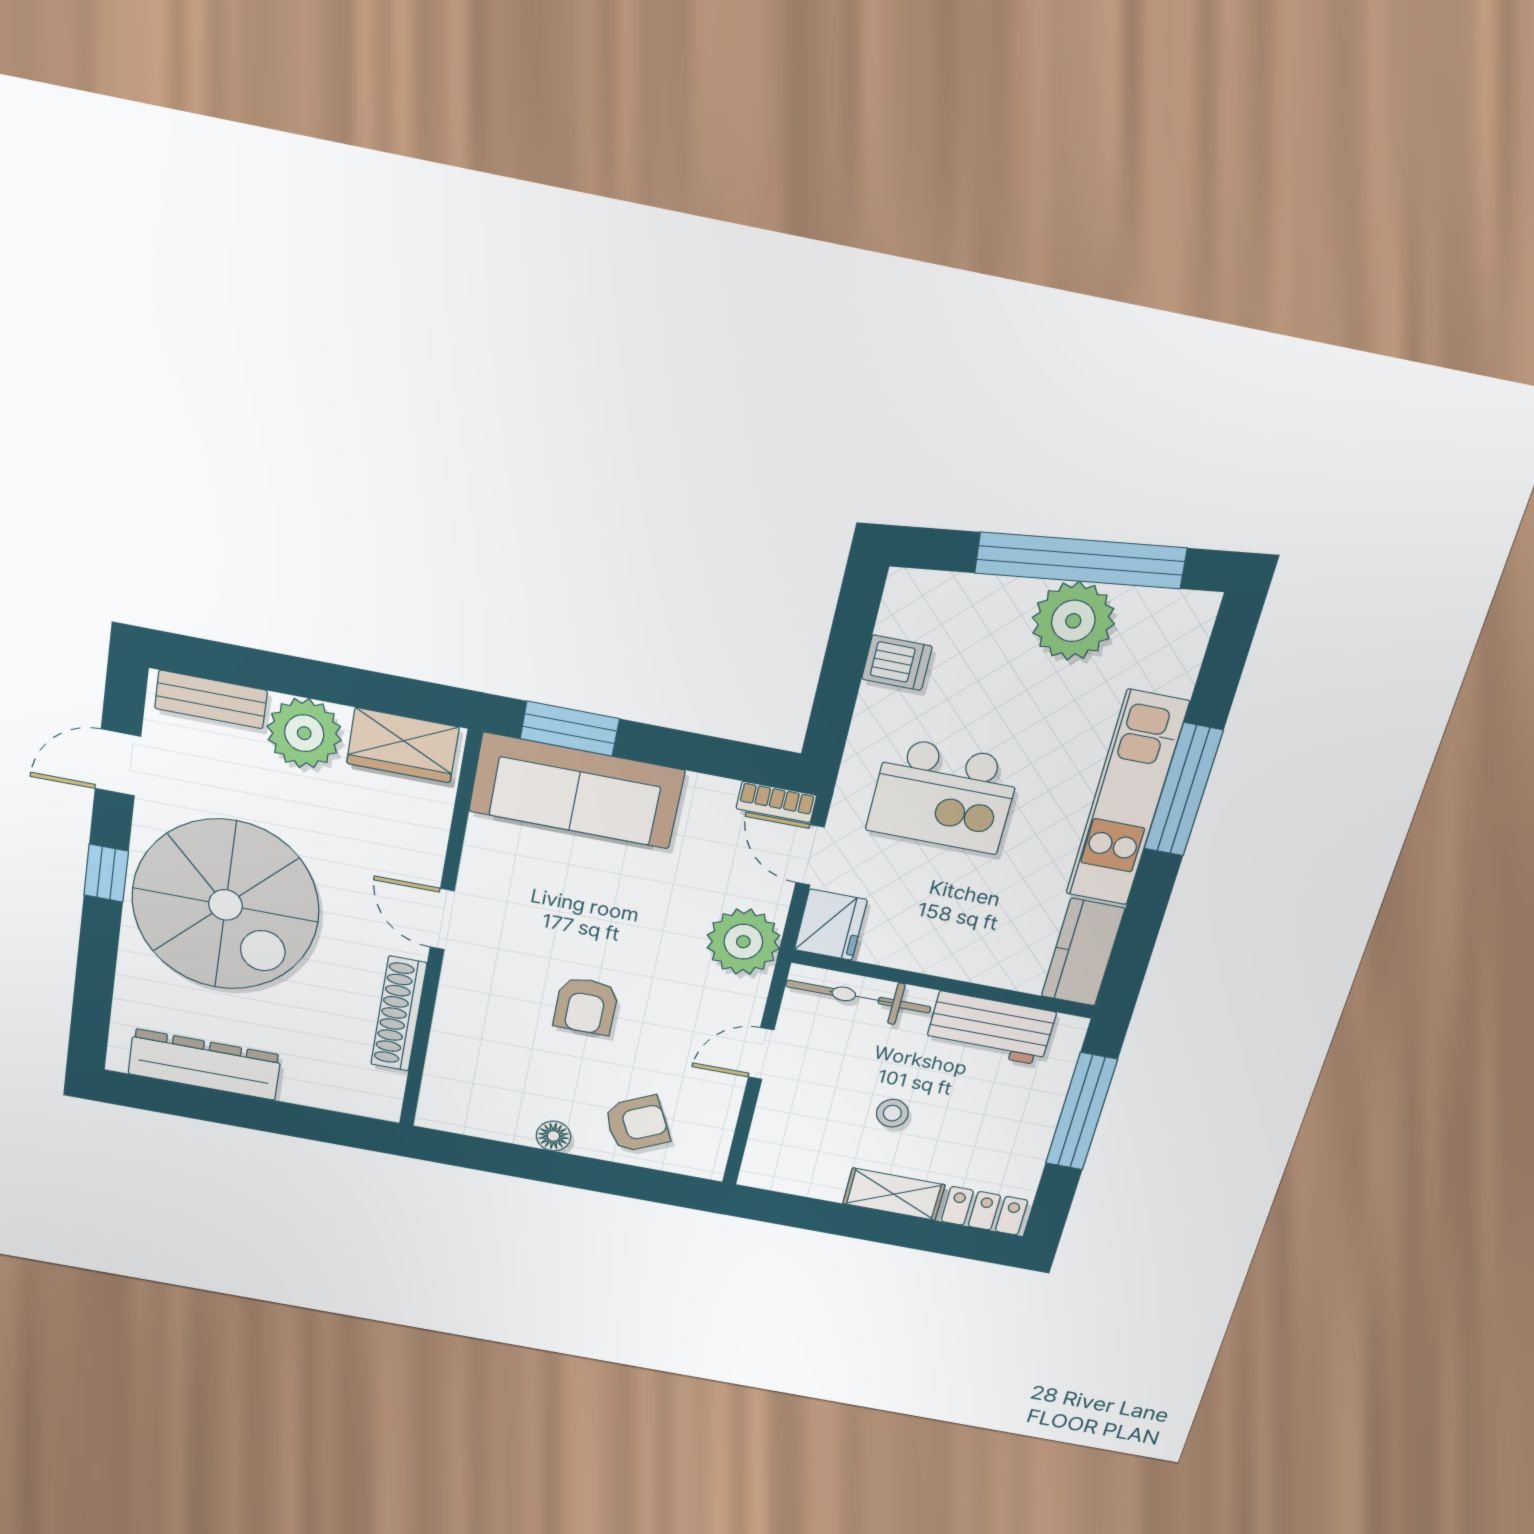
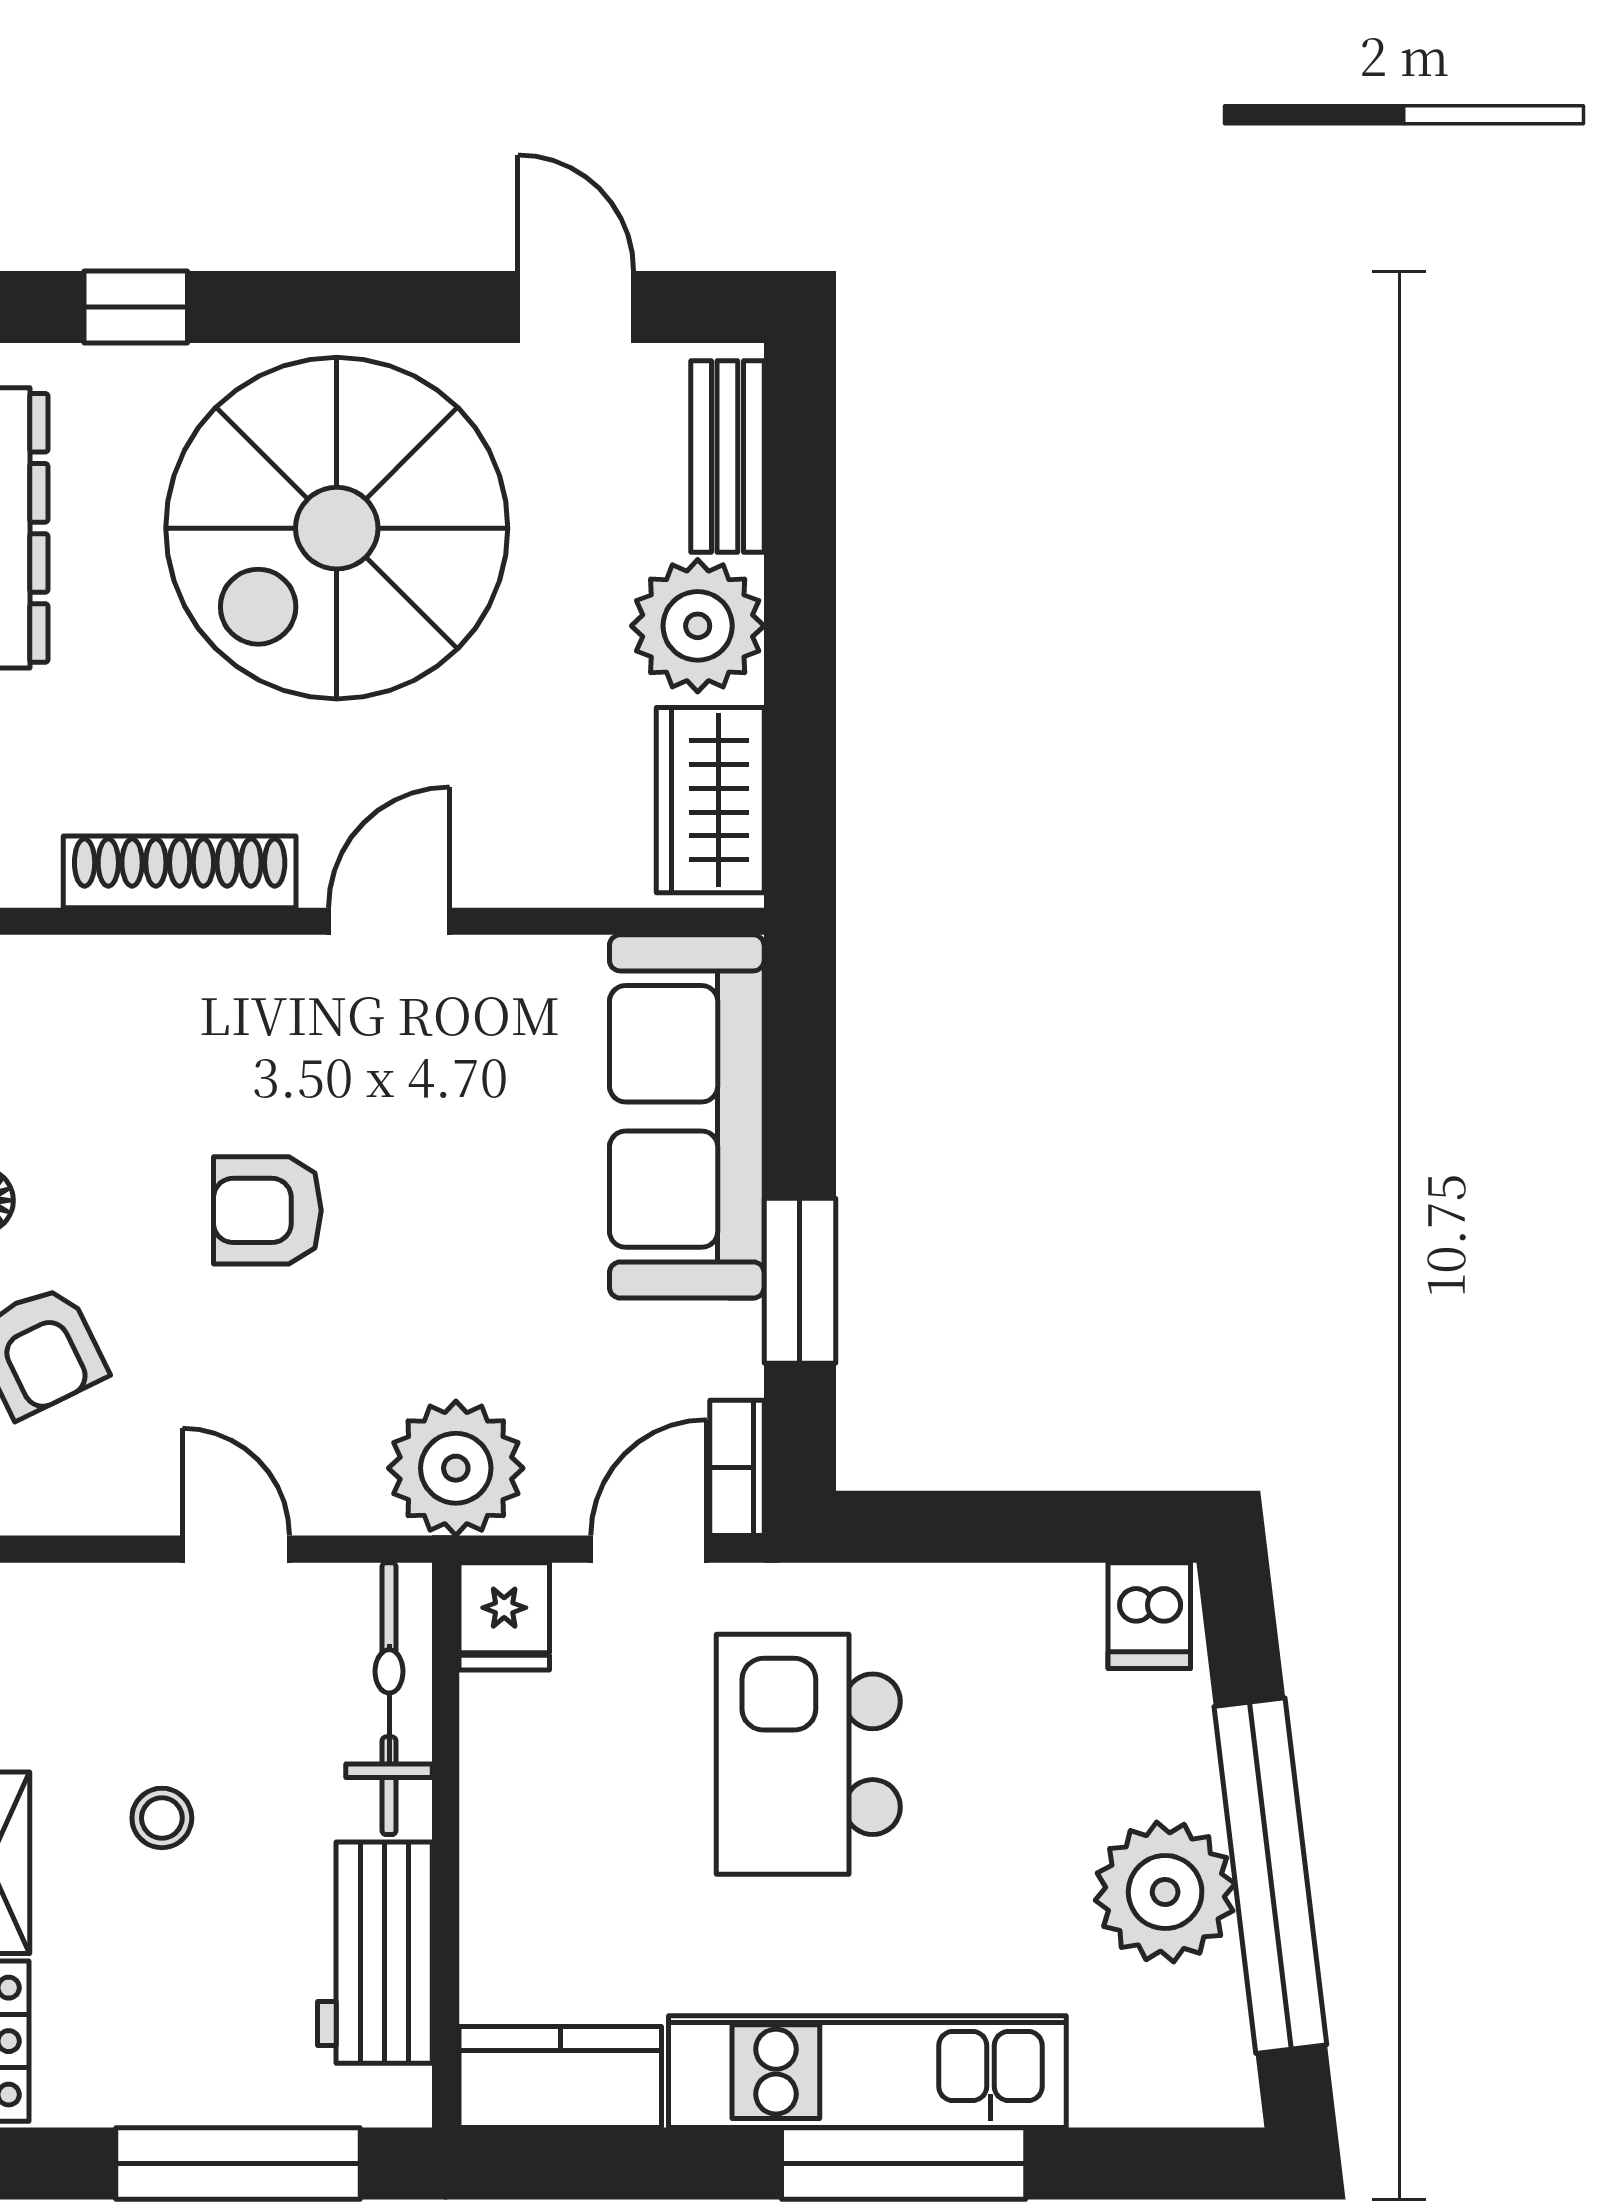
dishwasher: (897, 663) -> (1149, 1616), moved
window: (570, 729) -> (800, 1281), moved
window: (106, 873) -> (136, 307), moved
fridge: (831, 925) -> (504, 1616), width x0.72

